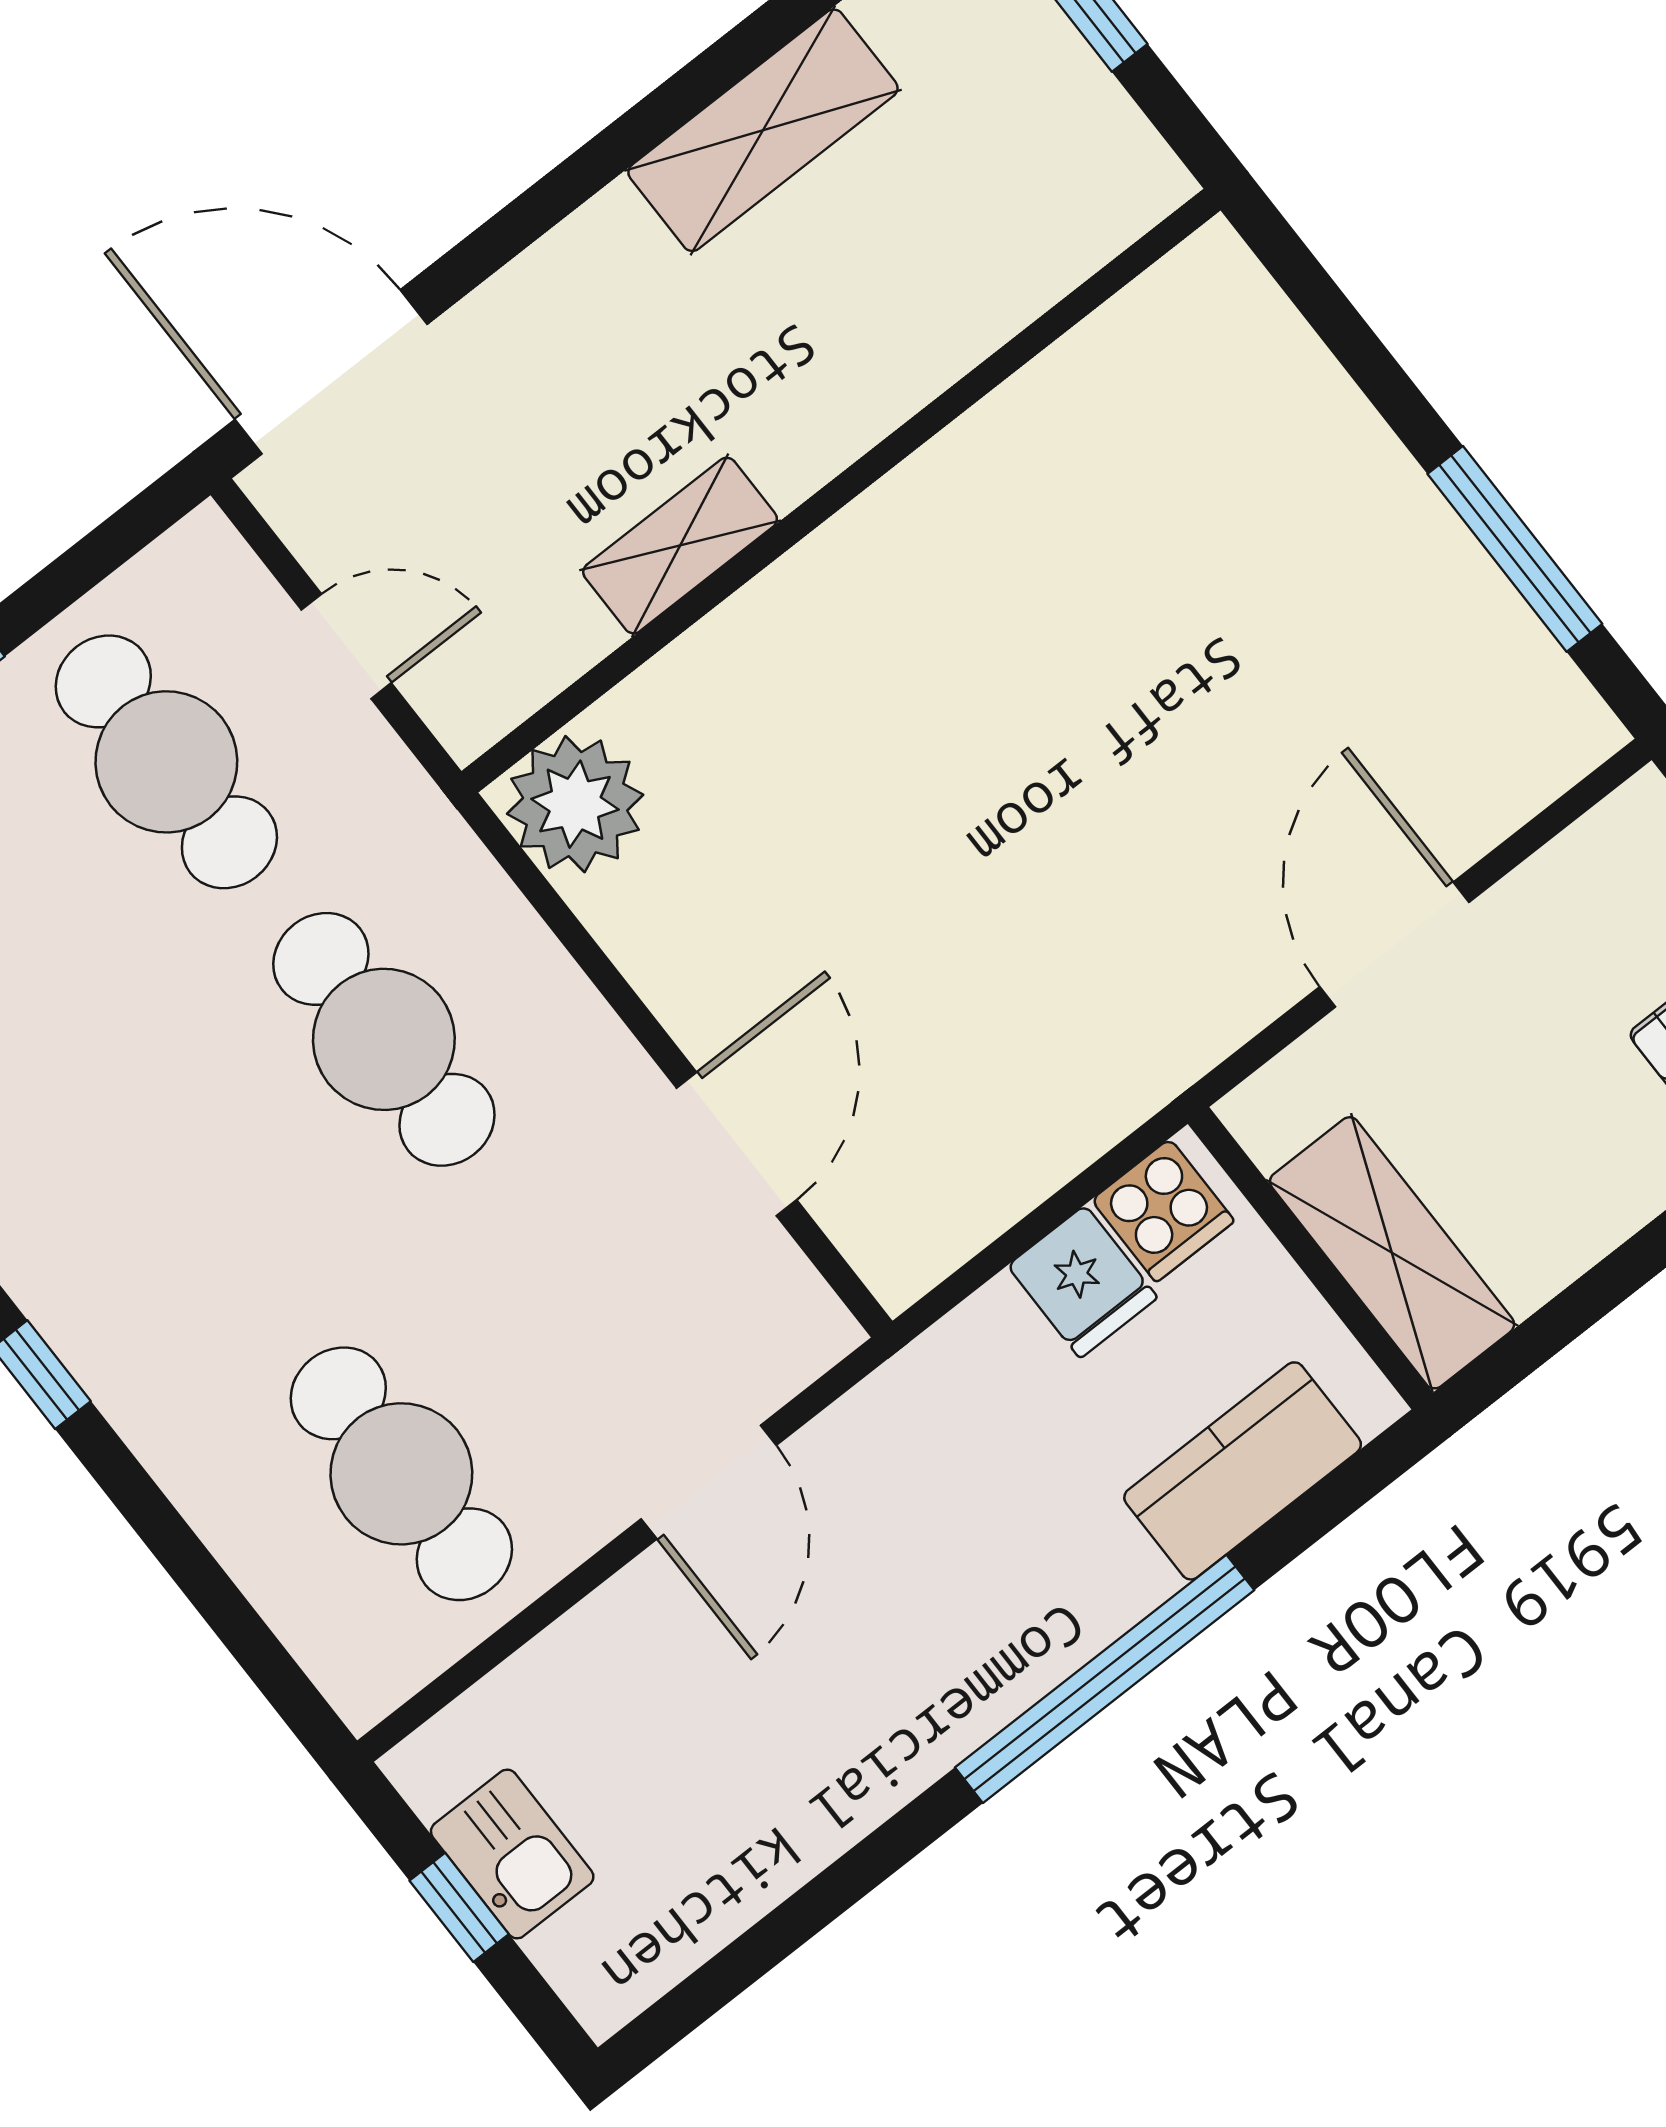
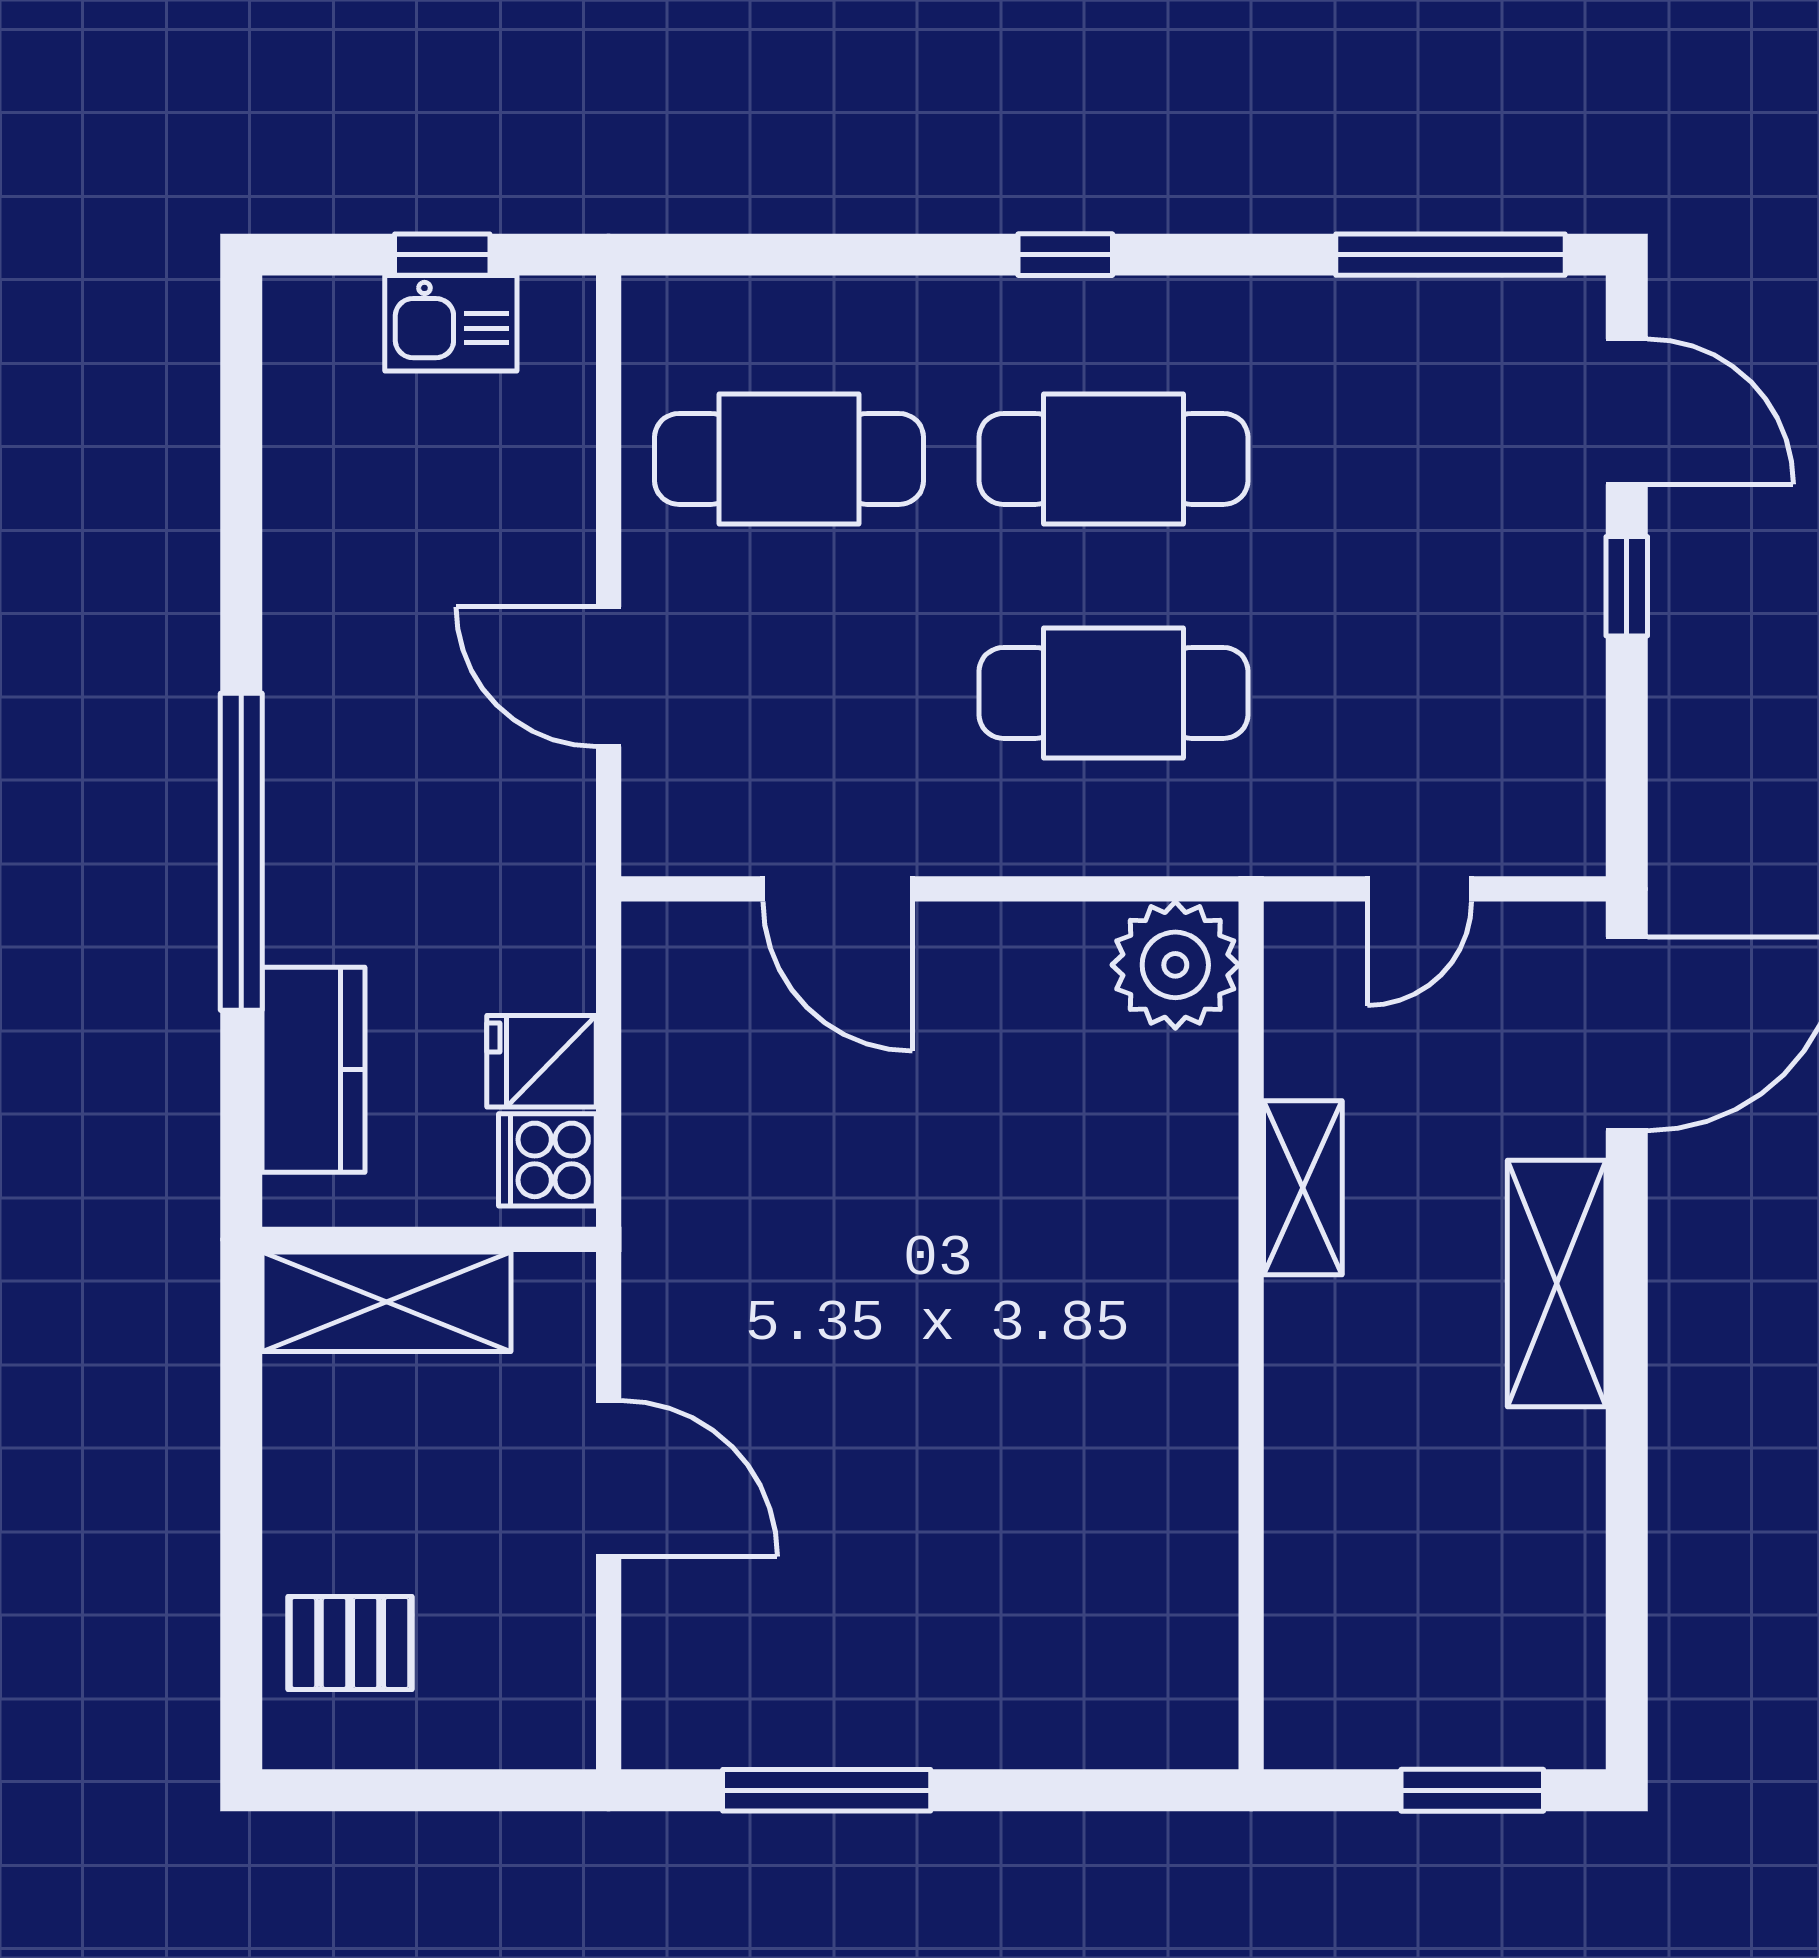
shelving: (763, 130) -> (1557, 1284), moved
cafe table: (166, 762) -> (1113, 459), moved

